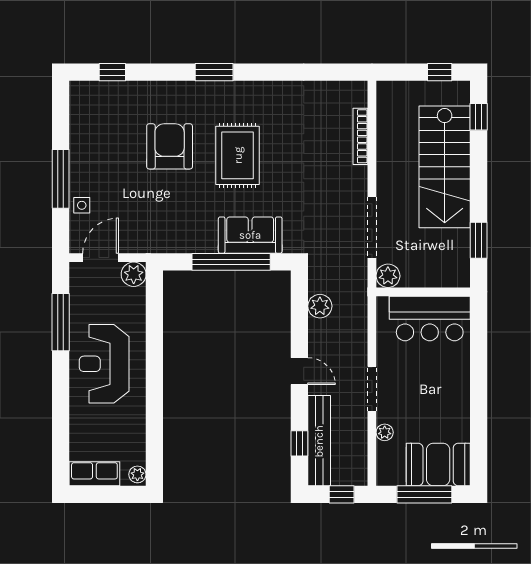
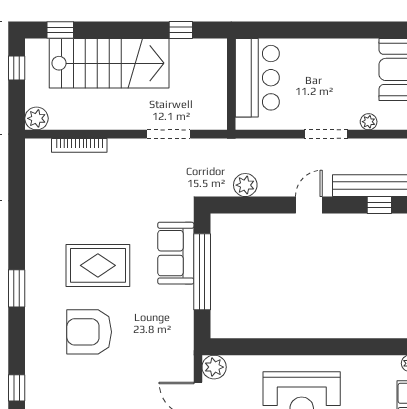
doorway: (372, 228) -> (168, 134), width x0.73
window: (479, 240) -> (181, 30), width x0.67
plant: (388, 276) -> (36, 118), moved

